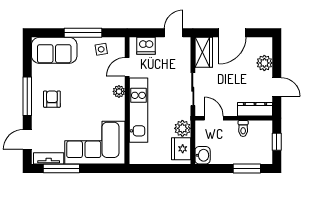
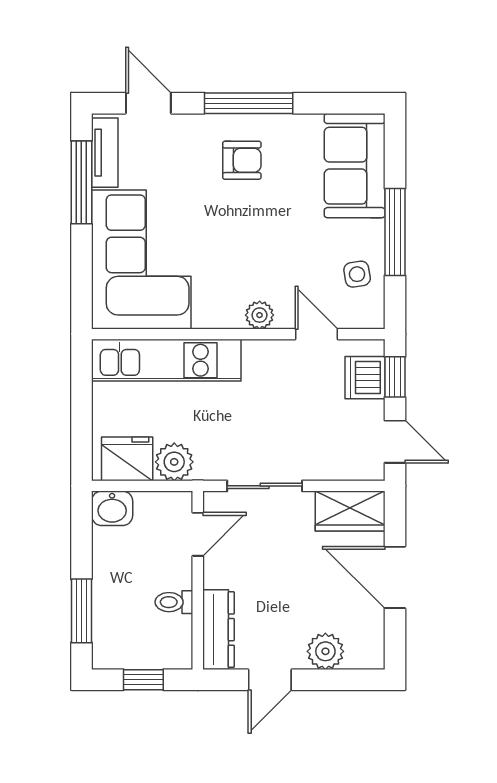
window: (146, 33) -> (395, 377), added
kitchen unit: (138, 110) -> (166, 360), moved

